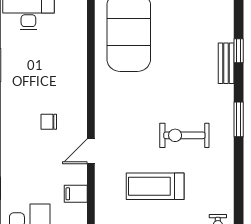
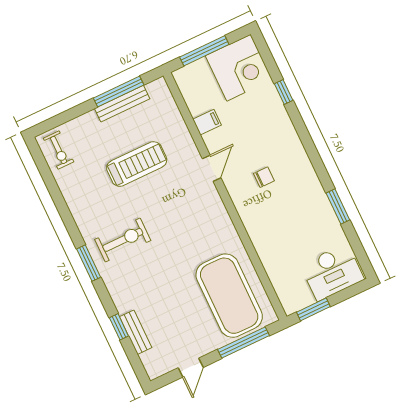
bench: (226, 63) -> (136, 332), moved
exercise bike: (184, 135) -> (123, 240), moved

